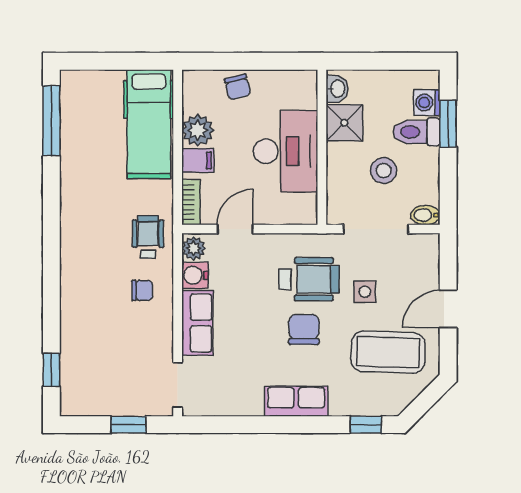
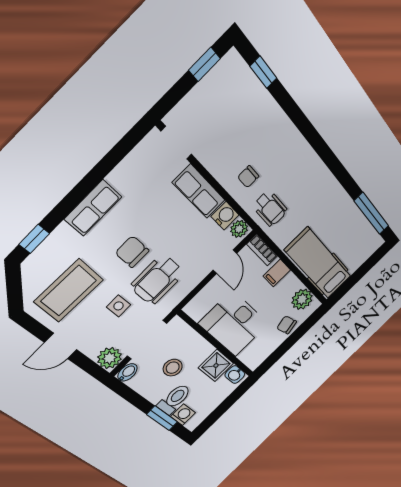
plant: (198, 130) -> (302, 299), moved
plant: (424, 249) -> (110, 358), added
door: (448, 309) -> (61, 346), swing flipped
chair: (304, 329) -> (132, 252), turned 180
window: (128, 425) -> (204, 64), moved

